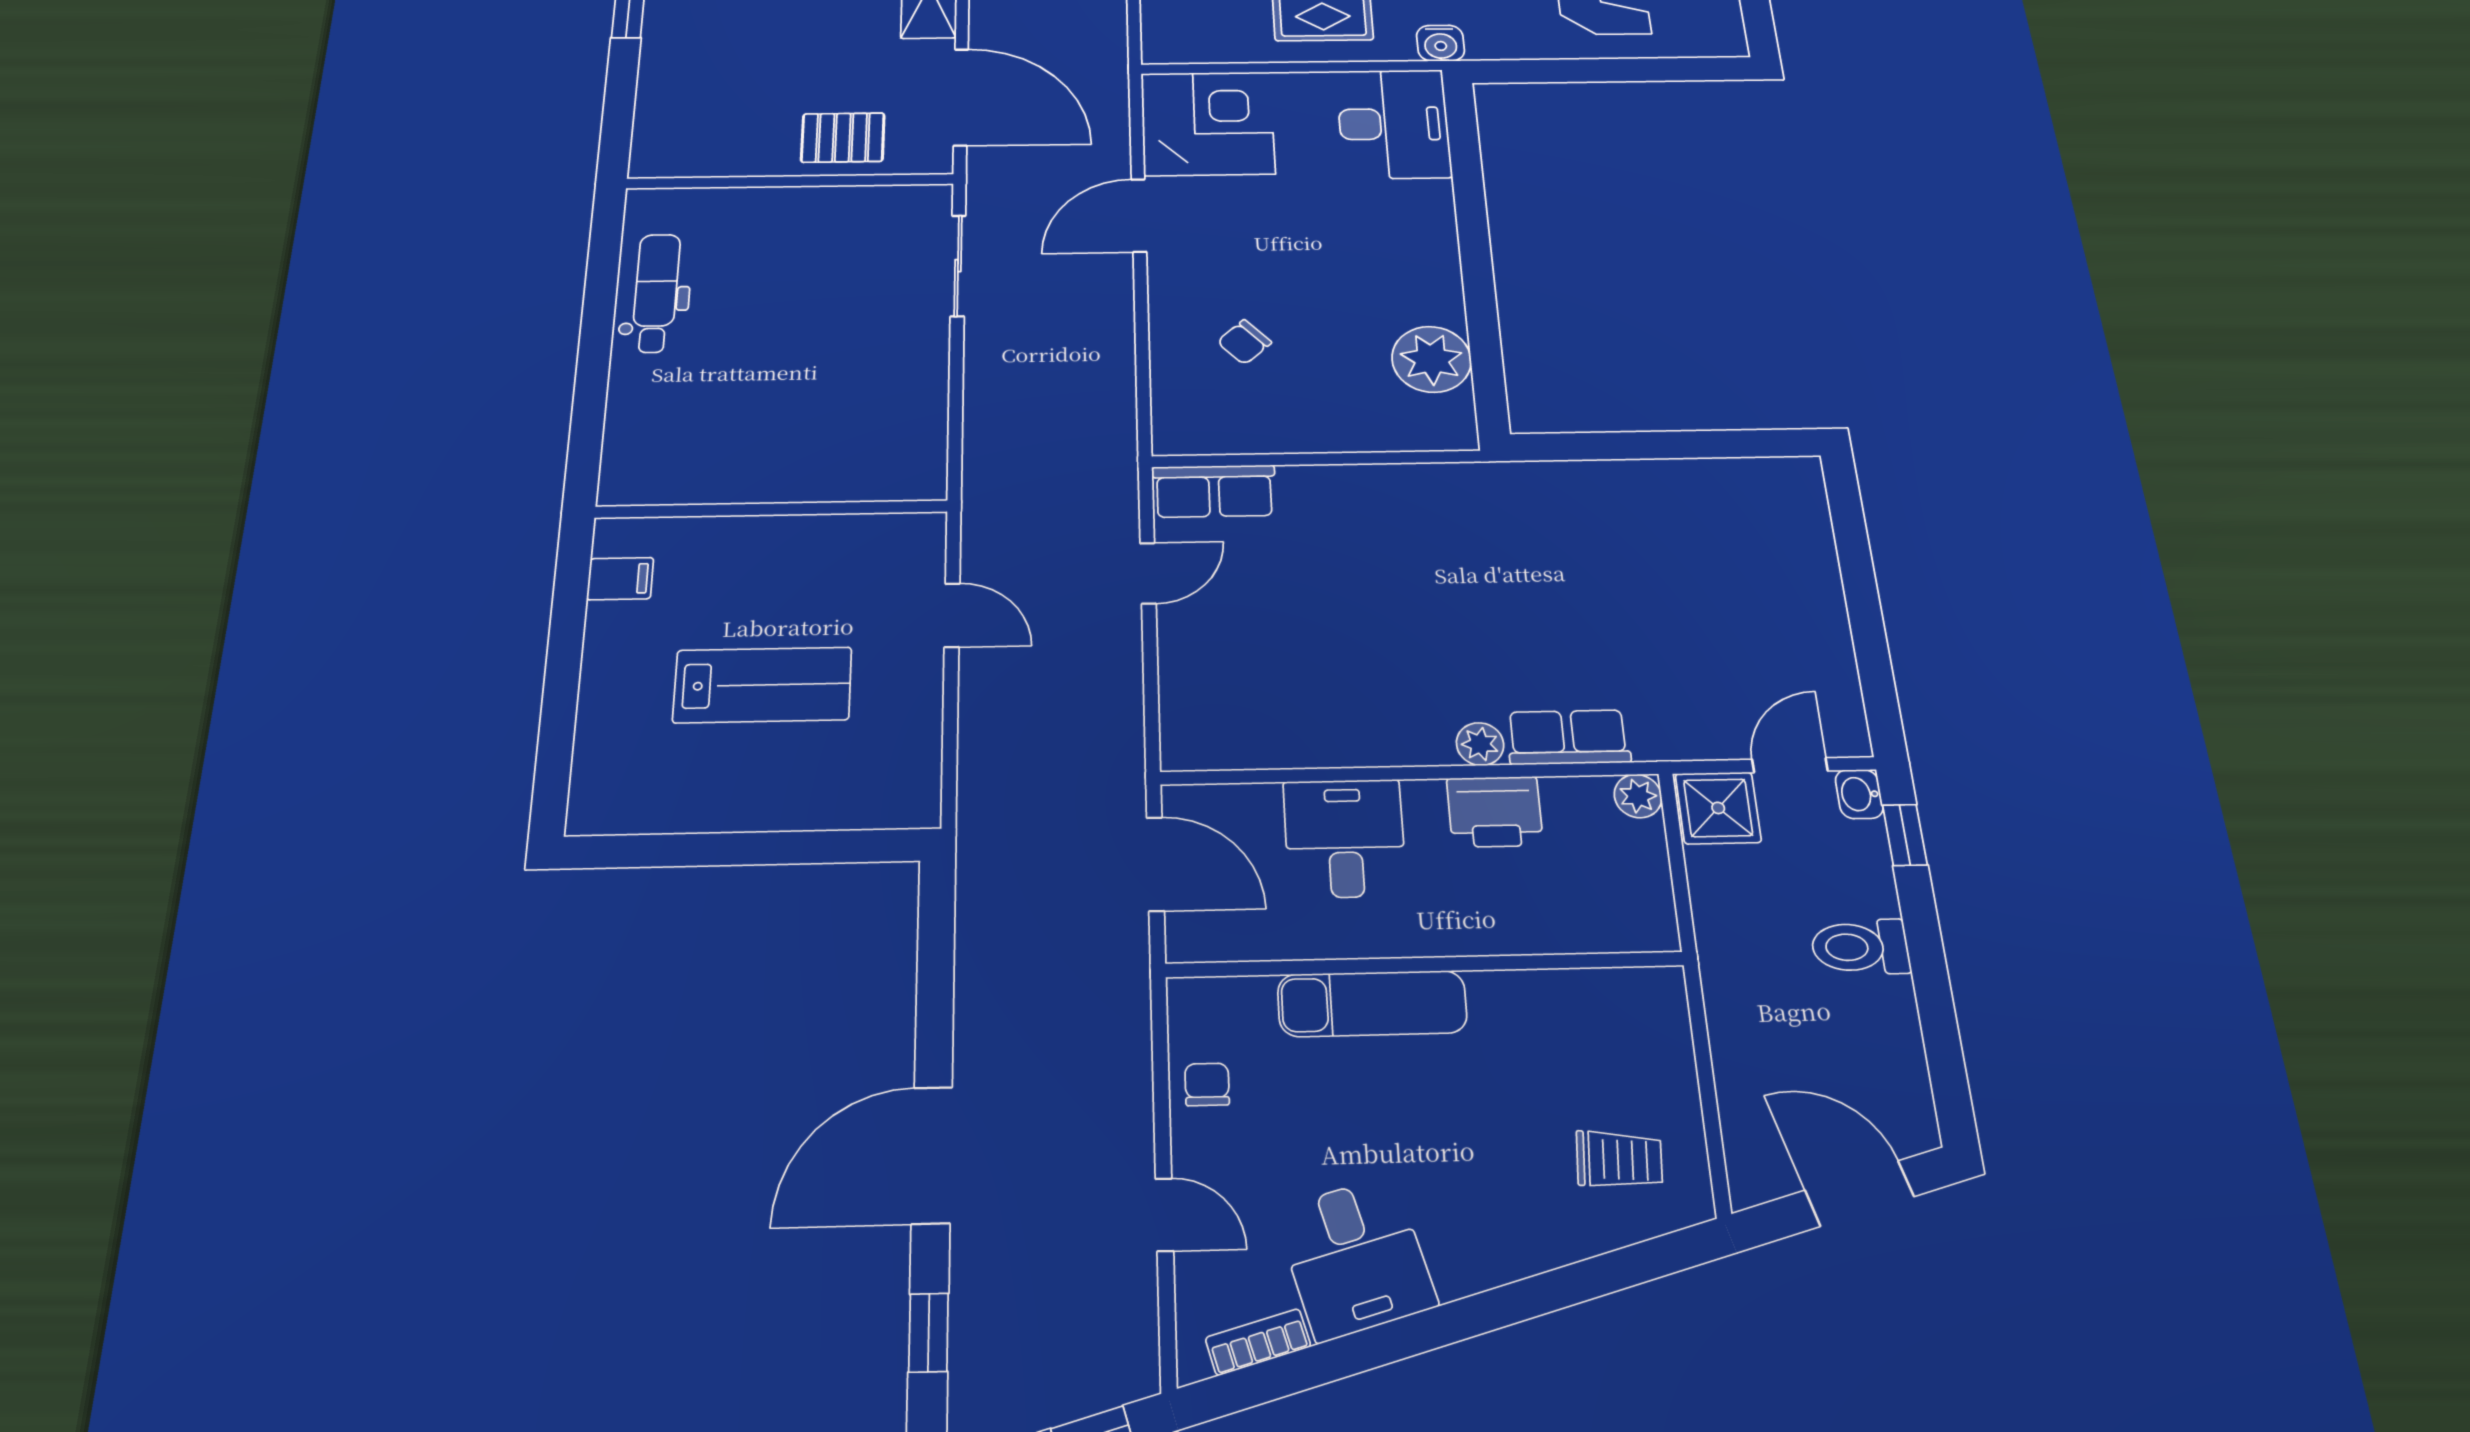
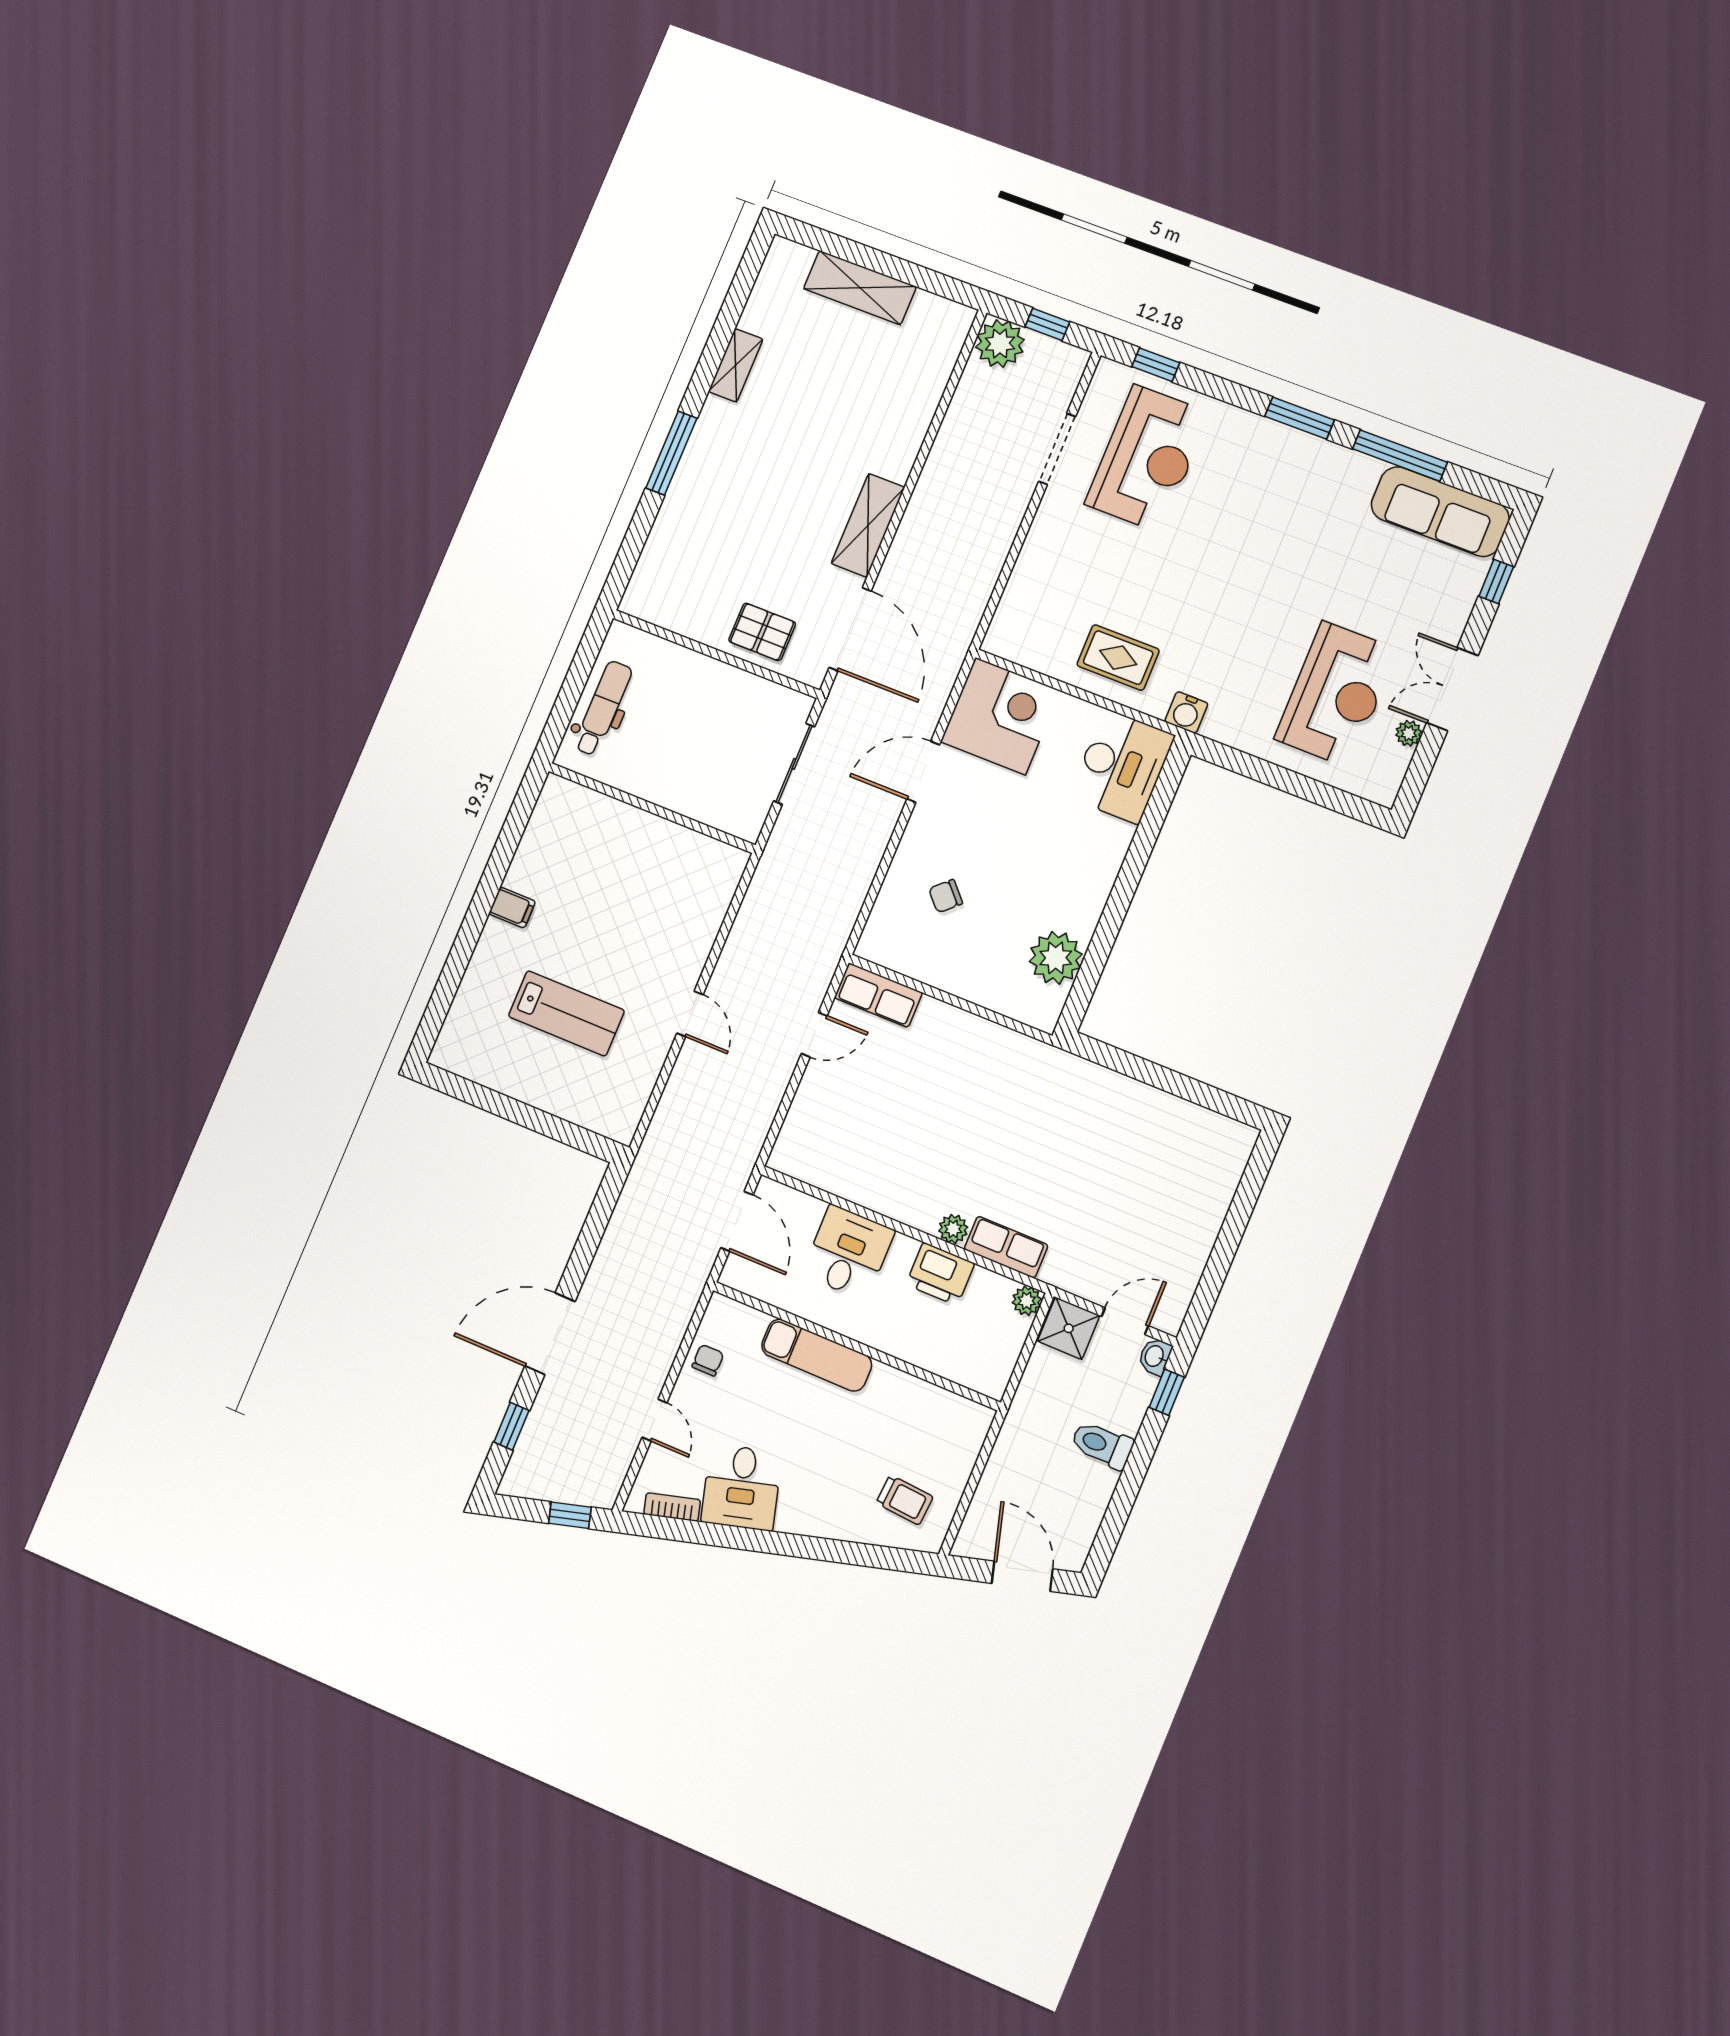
wall: (771, 509) -> (652, 808), moved

